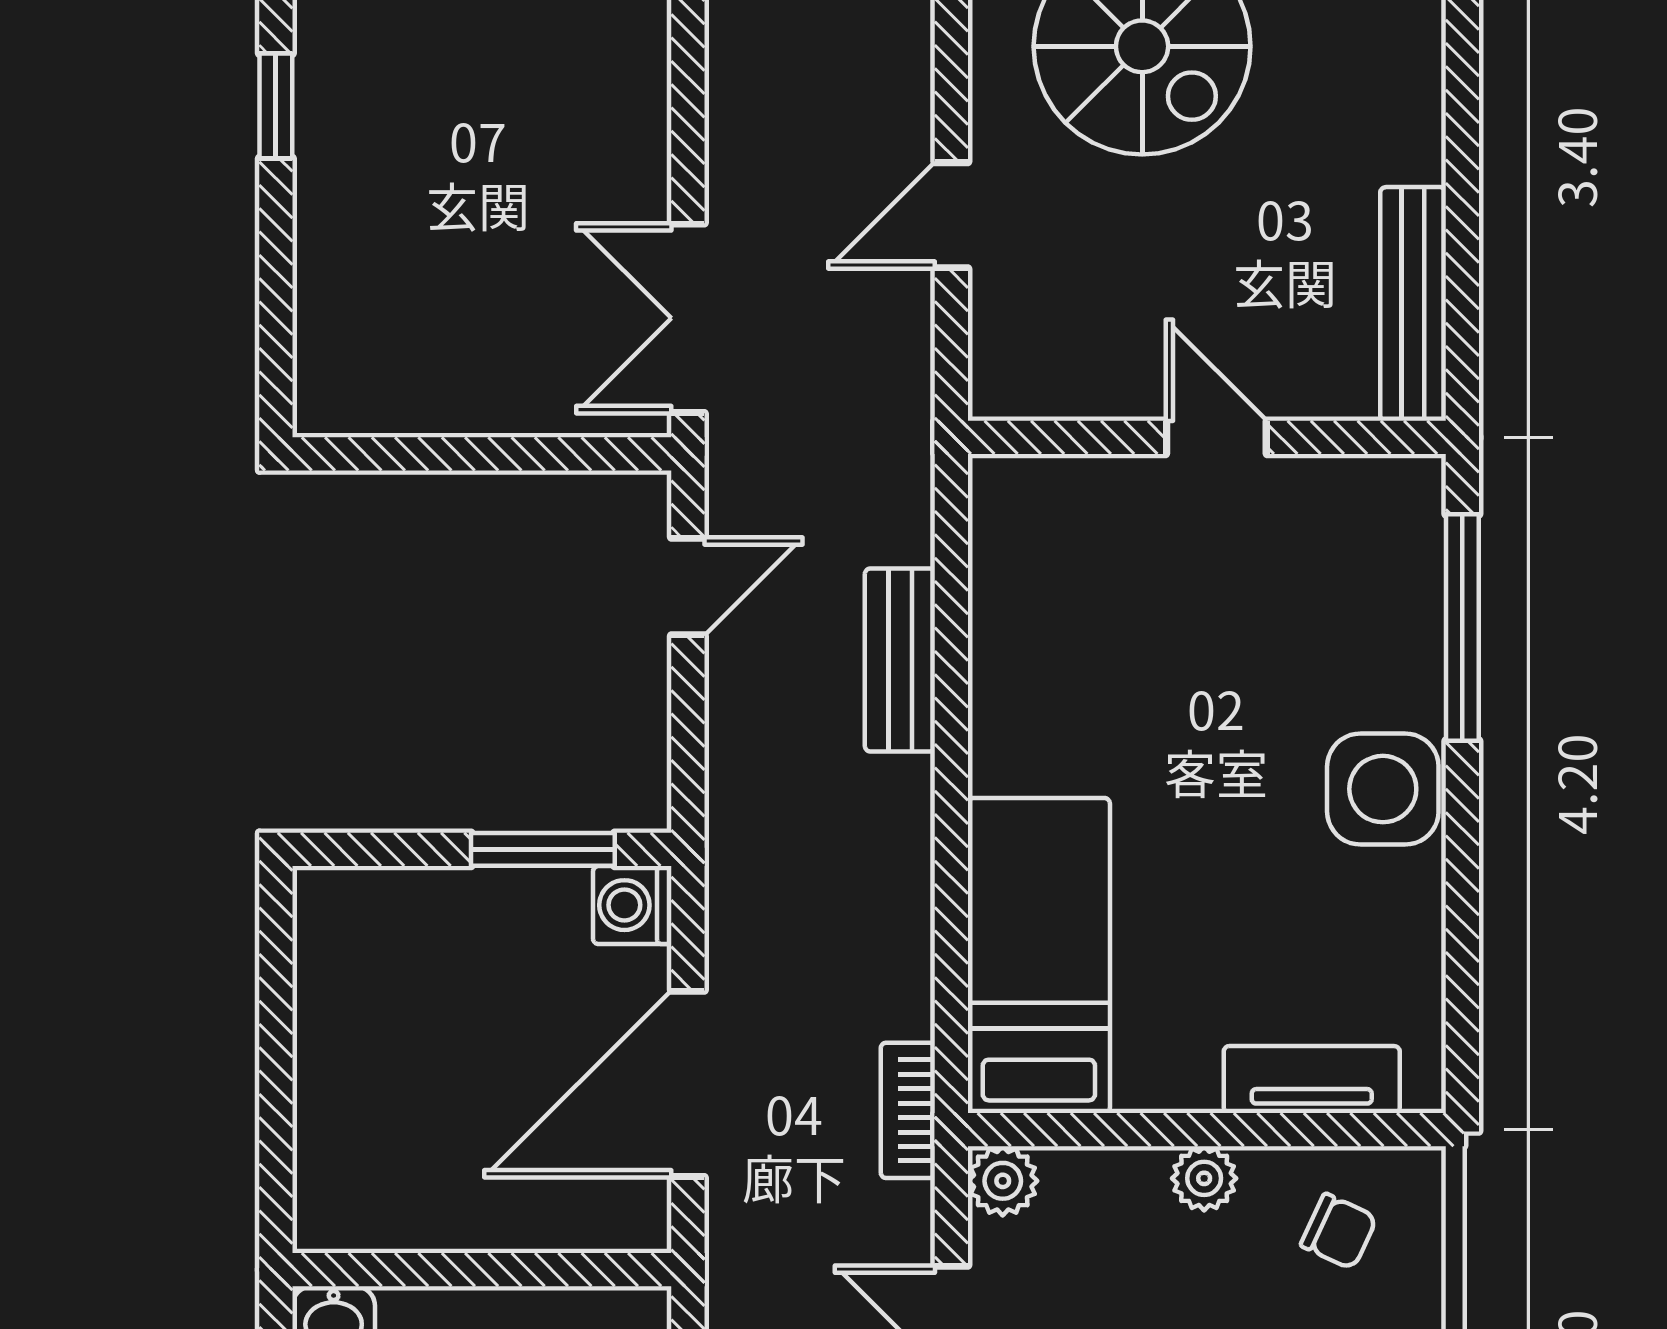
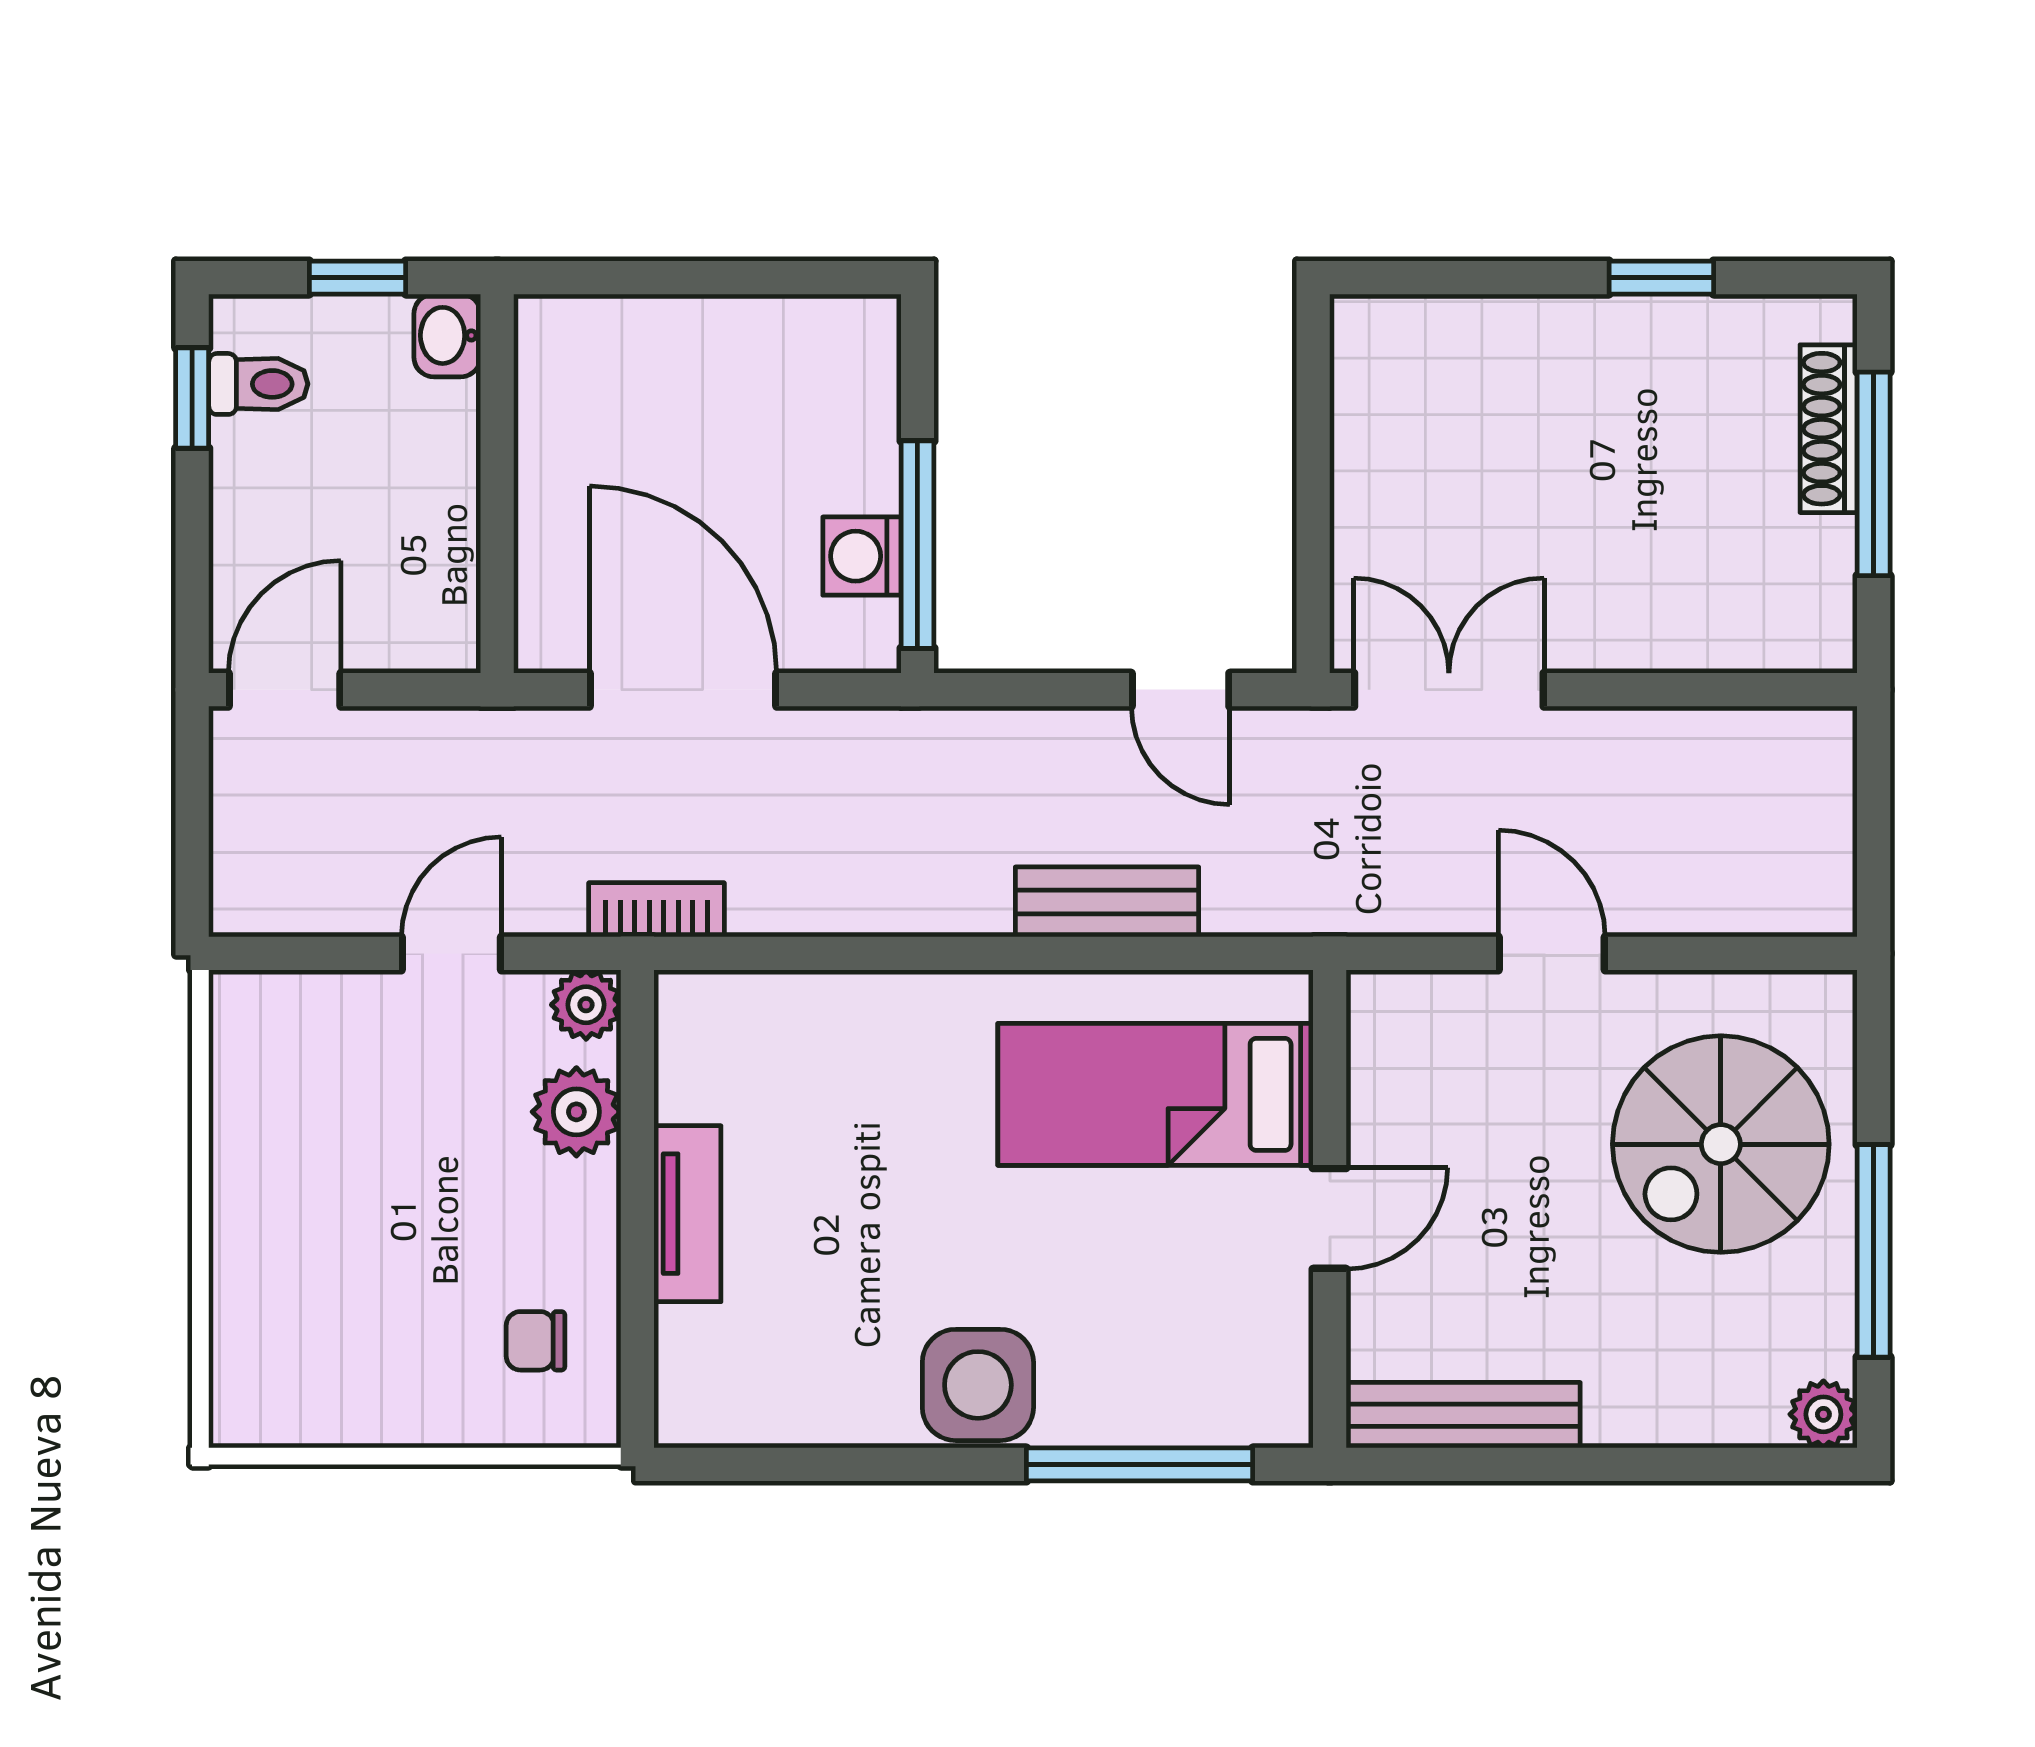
window: (543, 849) -> (917, 545), width x1.44
washing machine: (632, 905) -> (862, 556), moved, turned -90
bed: (1039, 955) -> (1155, 1094), moved, turned 180
tv unit: (1312, 1080) -> (687, 1214), moved
plant: (1204, 1178) -> (576, 1112), moved, width x1.38, depth x1.38
chair: (1339, 1231) -> (535, 1341), turned 65

